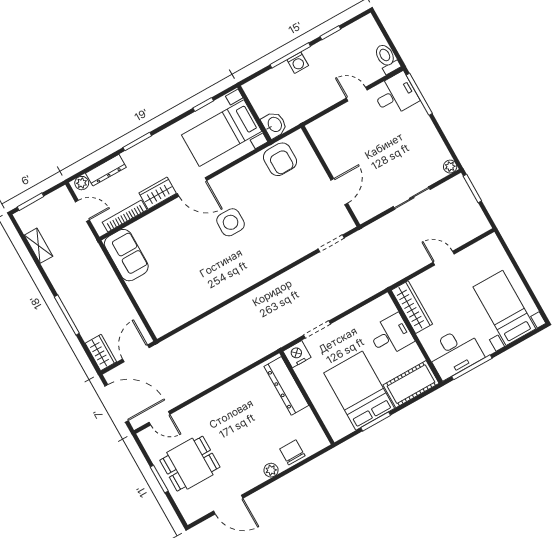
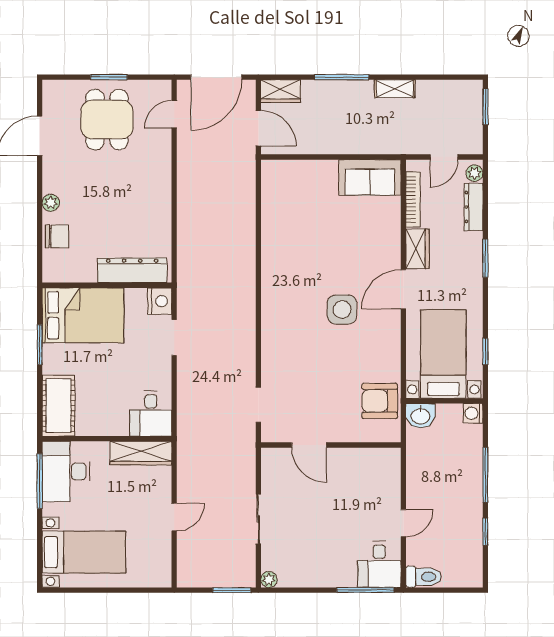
washing machine: (298, 63) -> (473, 413), moved
shelving: (38, 246) -> (395, 89), moved
desk: (391, 335) -> (151, 414), moved
bed: (359, 391) -> (83, 315), moved

